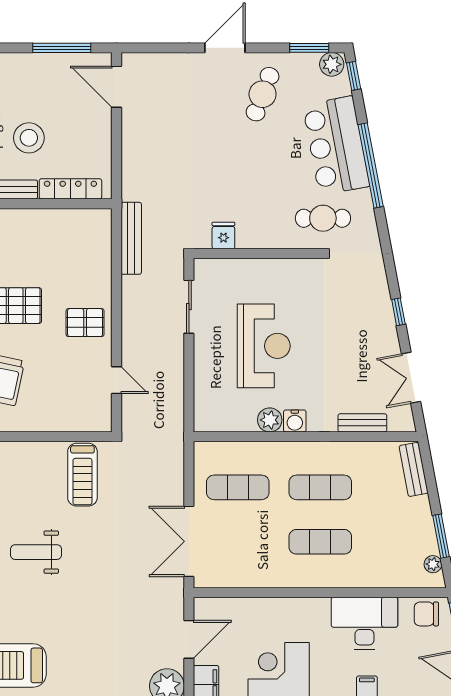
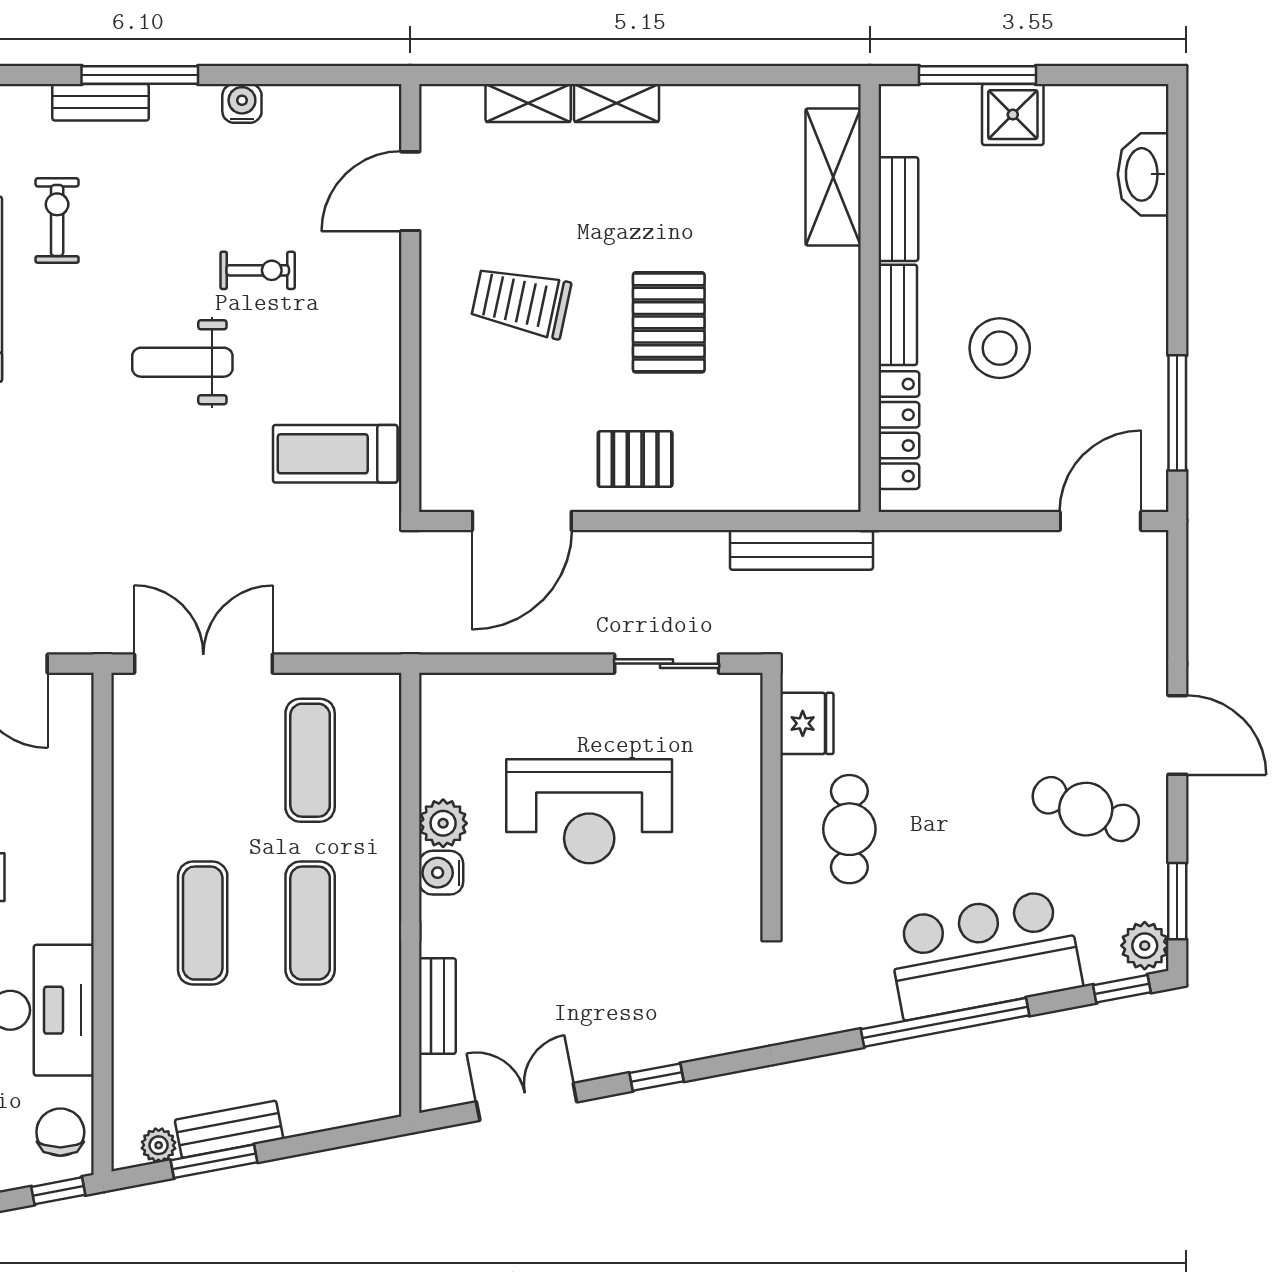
cafe table: (323, 218) -> (849, 829), moved
fridge: (223, 236) -> (807, 723), width x1.38
pallet: (85, 323) -> (635, 459), turned 90
door: (116, 380) -> (522, 521), width x1.88
bench: (414, 469) -> (229, 1129), moved
weight bench: (36, 552) -> (182, 362), turned -90

